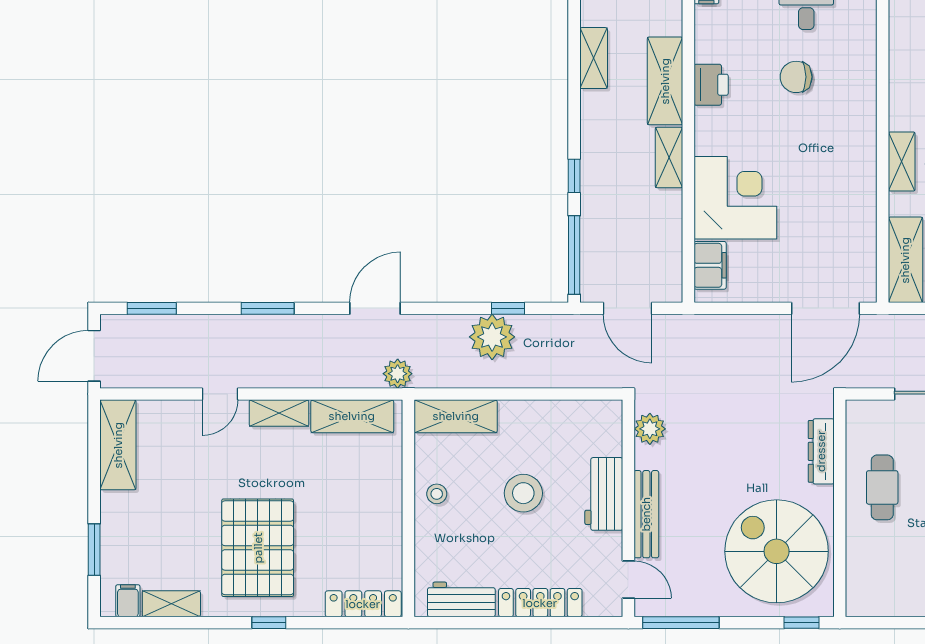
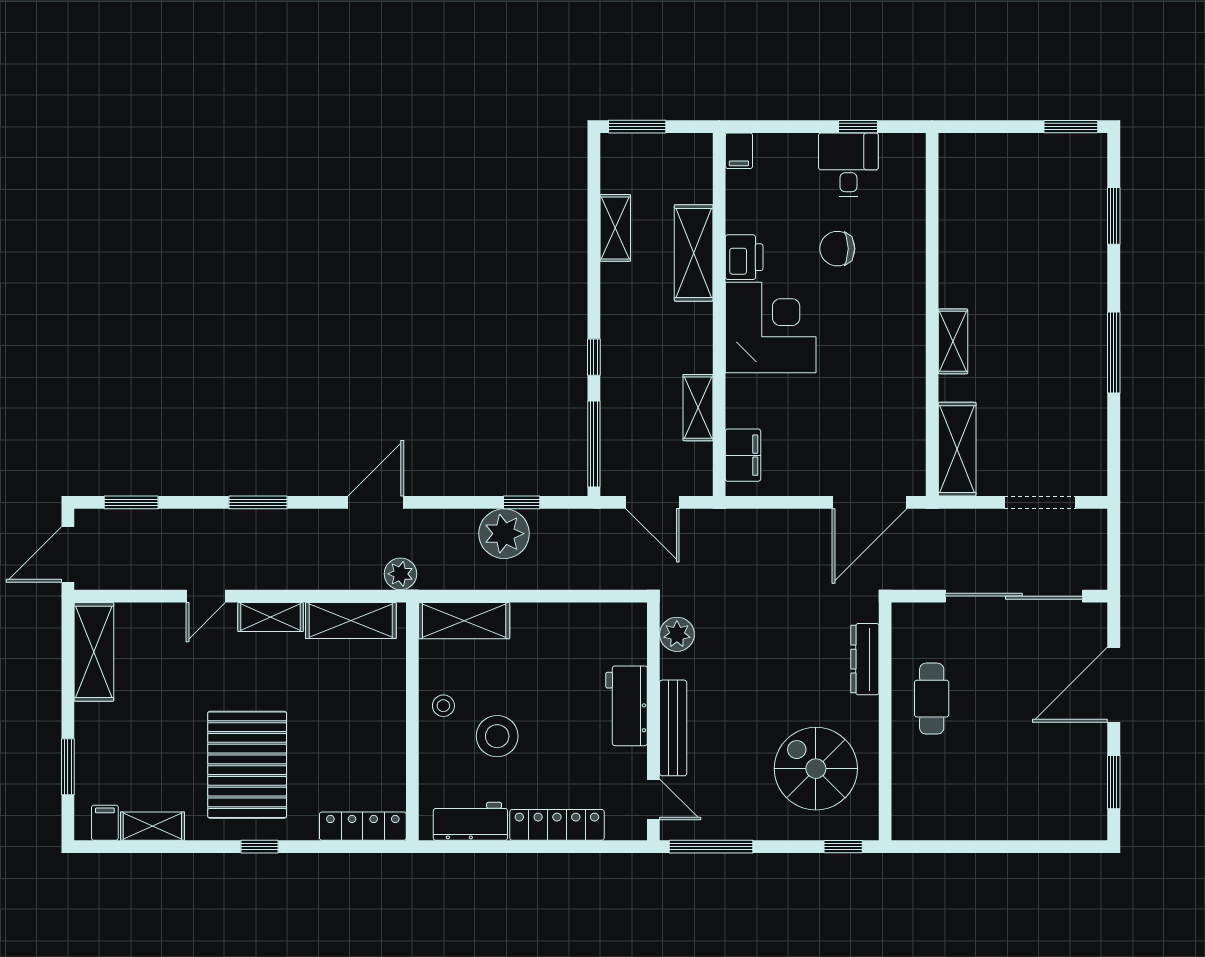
shelving: (669, 158) -> (698, 408), moved
corner desk: (735, 198) -> (771, 328), moved
stool: (523, 493) -> (497, 736), moved
spiral stairs: (777, 551) -> (816, 769), width x0.73, depth x0.73

